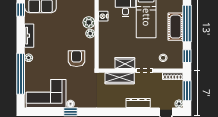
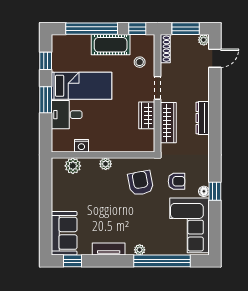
plant: (89, 22) -> (73, 166), moved
cot: (176, 27) -> (111, 45), moved
armchair: (76, 59) -> (141, 183), turned 79
armchair: (78, 84) -> (176, 181), added
dresser: (138, 103) -> (203, 118), moved

